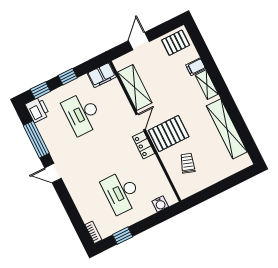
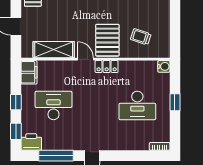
desk: (82, 113) -> (54, 105), turned 180
water cooler: (160, 204) -> (164, 66), moved
window: (123, 236) -> (175, 102), moved

